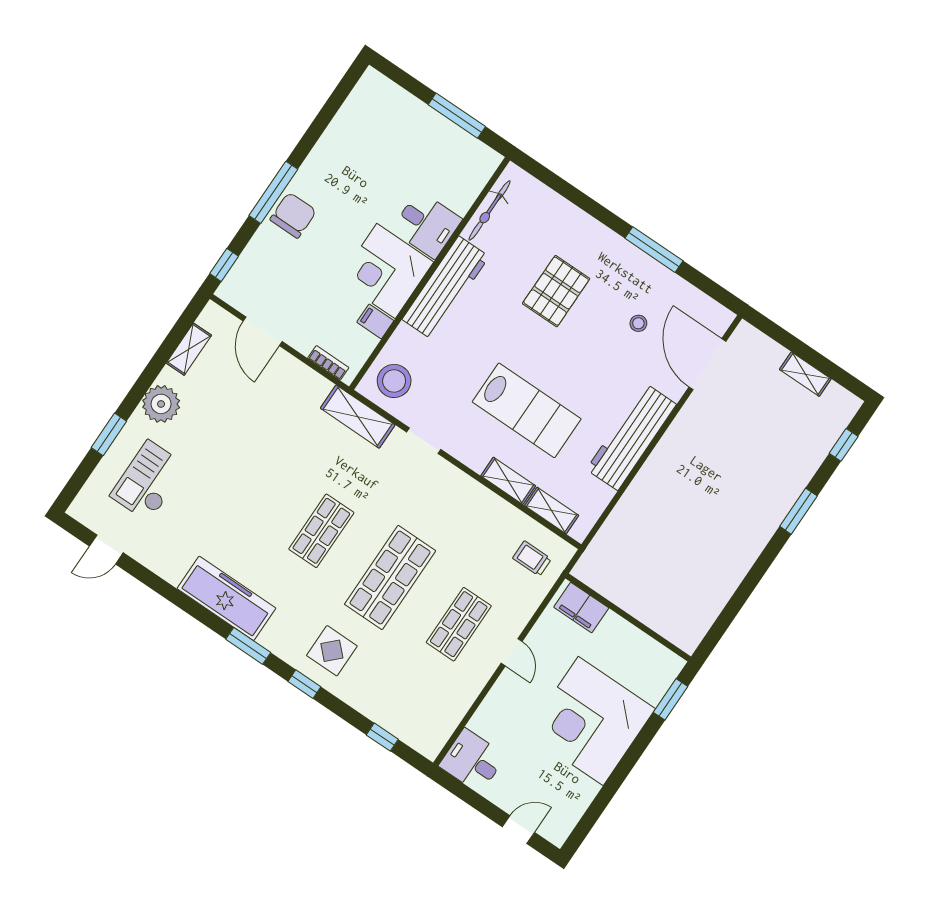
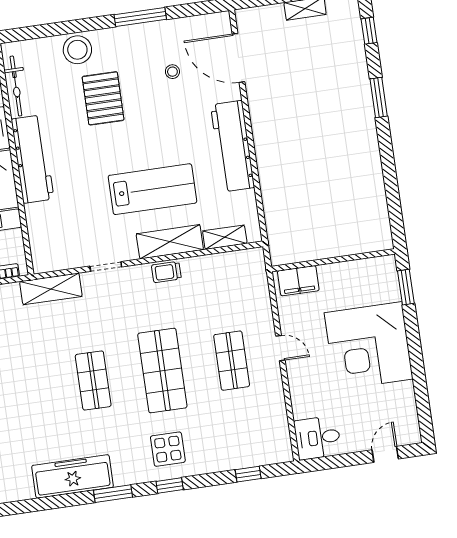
stool: (394, 381) -> (77, 50), moved
shelving: (508, 481) -> (170, 242), width x1.50, depth x1.33
trolley: (532, 559) -> (166, 272), moved

